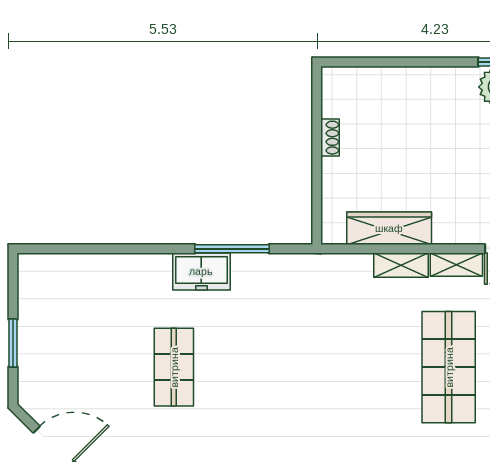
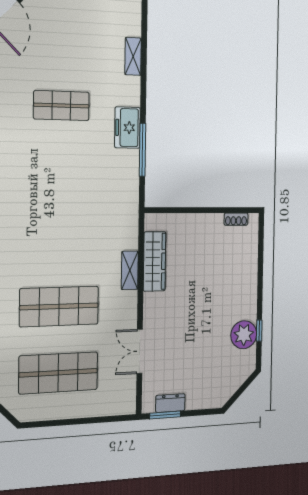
shoe rack: (330, 138) -> (236, 219), moved
shelving: (456, 265) -> (133, 56), moved

